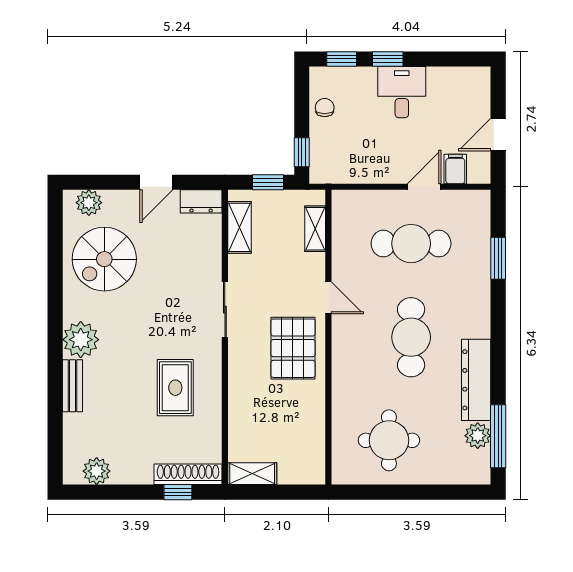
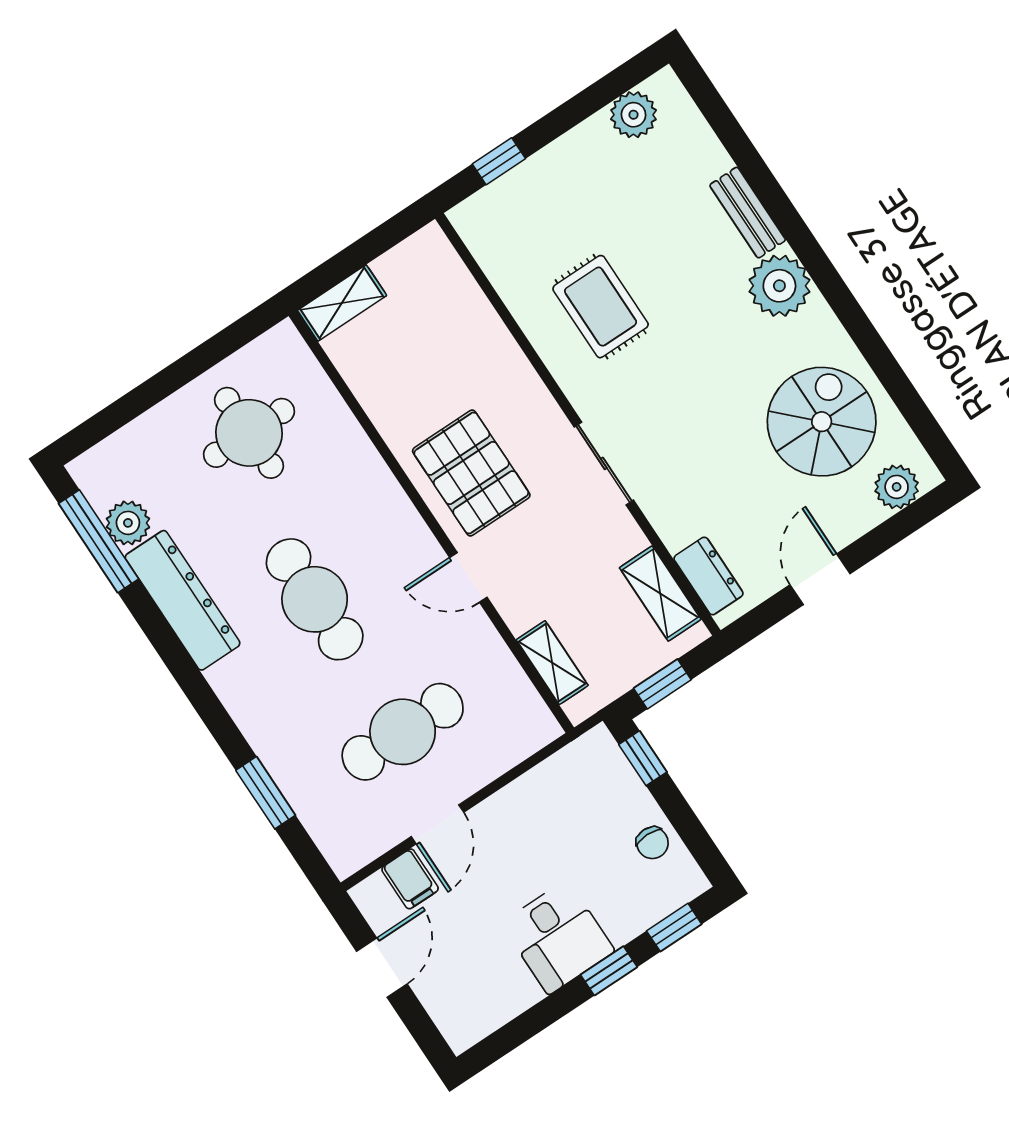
dresser: (201, 201) -> (708, 576), moved, turned 90
shoe rack: (188, 474) -> (501, 196), removed
shelving: (252, 474) -> (342, 303), moved

